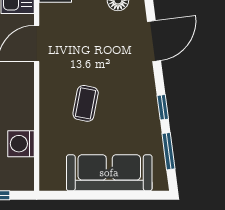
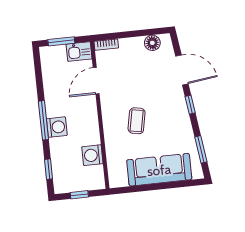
door: (154, 41) -> (182, 70), hinge flipped
window: (163, 107) -> (190, 105), moved

